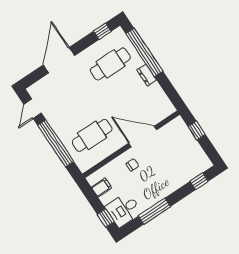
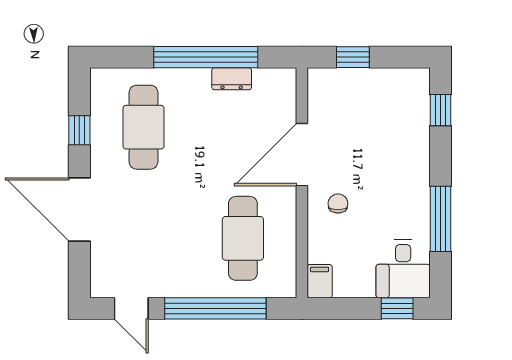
window: (102, 31) -> (79, 130), moved
window: (144, 52) -> (206, 57), moved
dresser: (147, 75) -> (232, 79), moved
filing cabinet: (102, 188) -> (320, 281), moved

